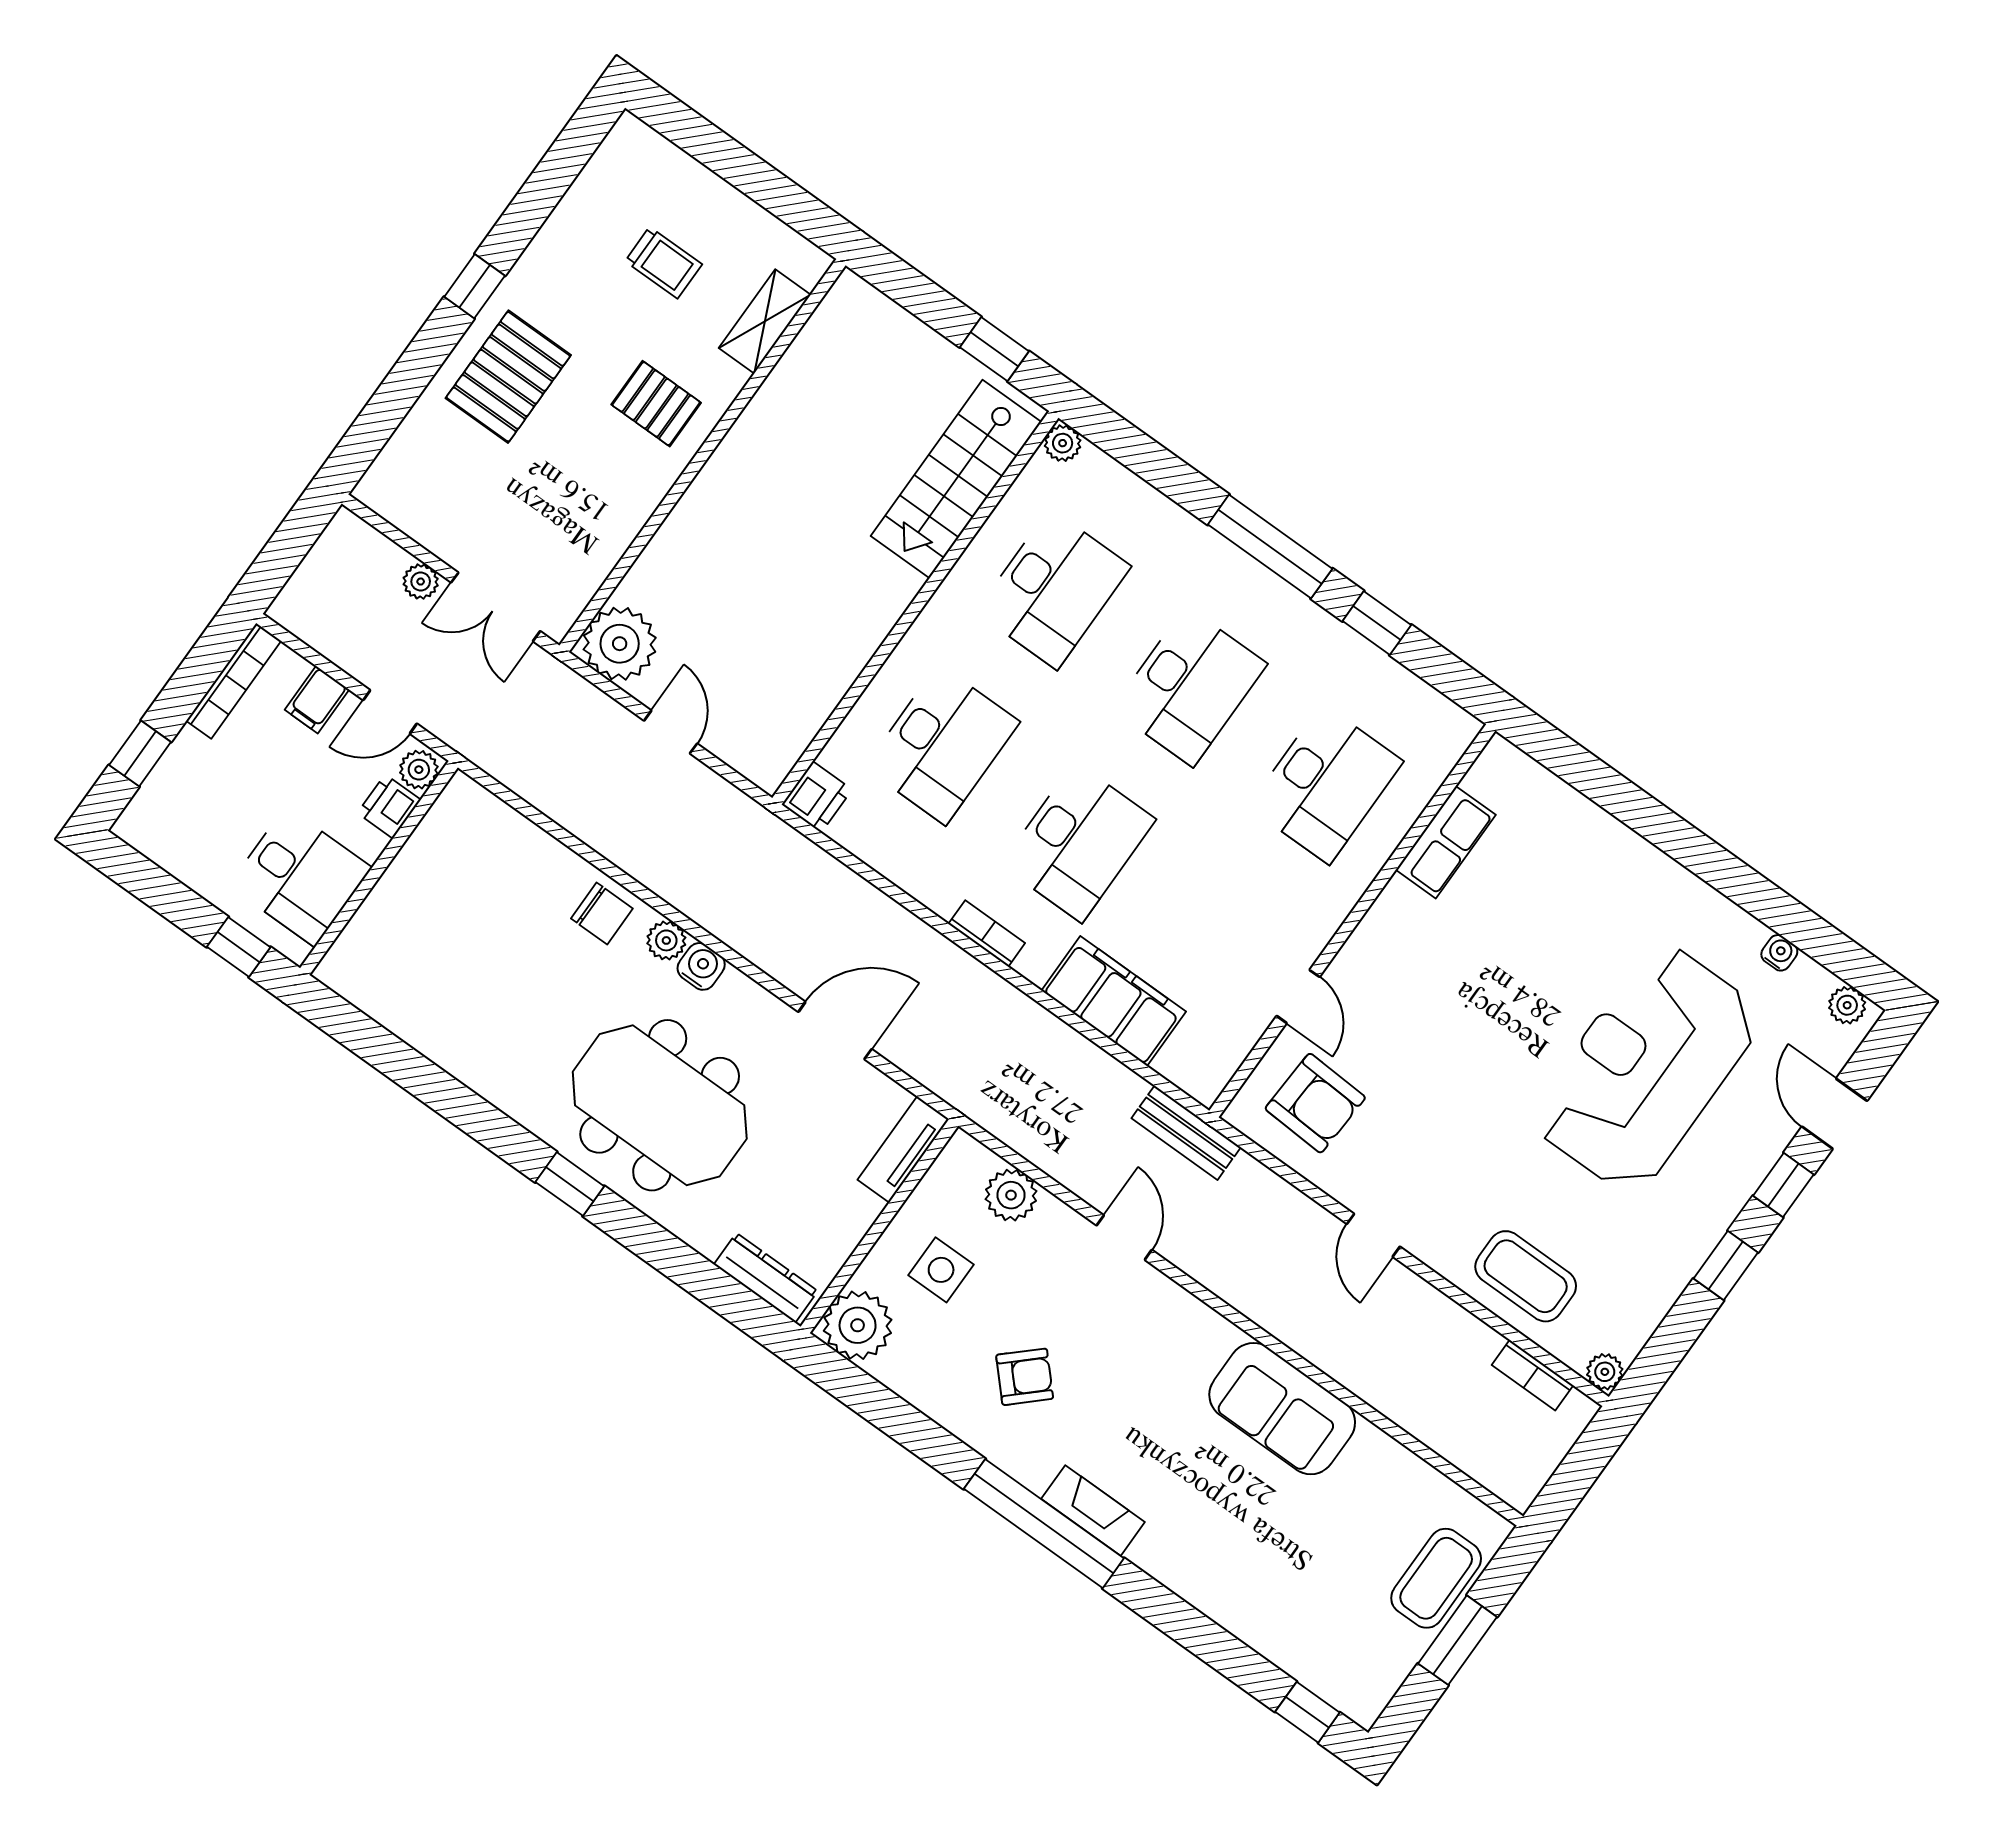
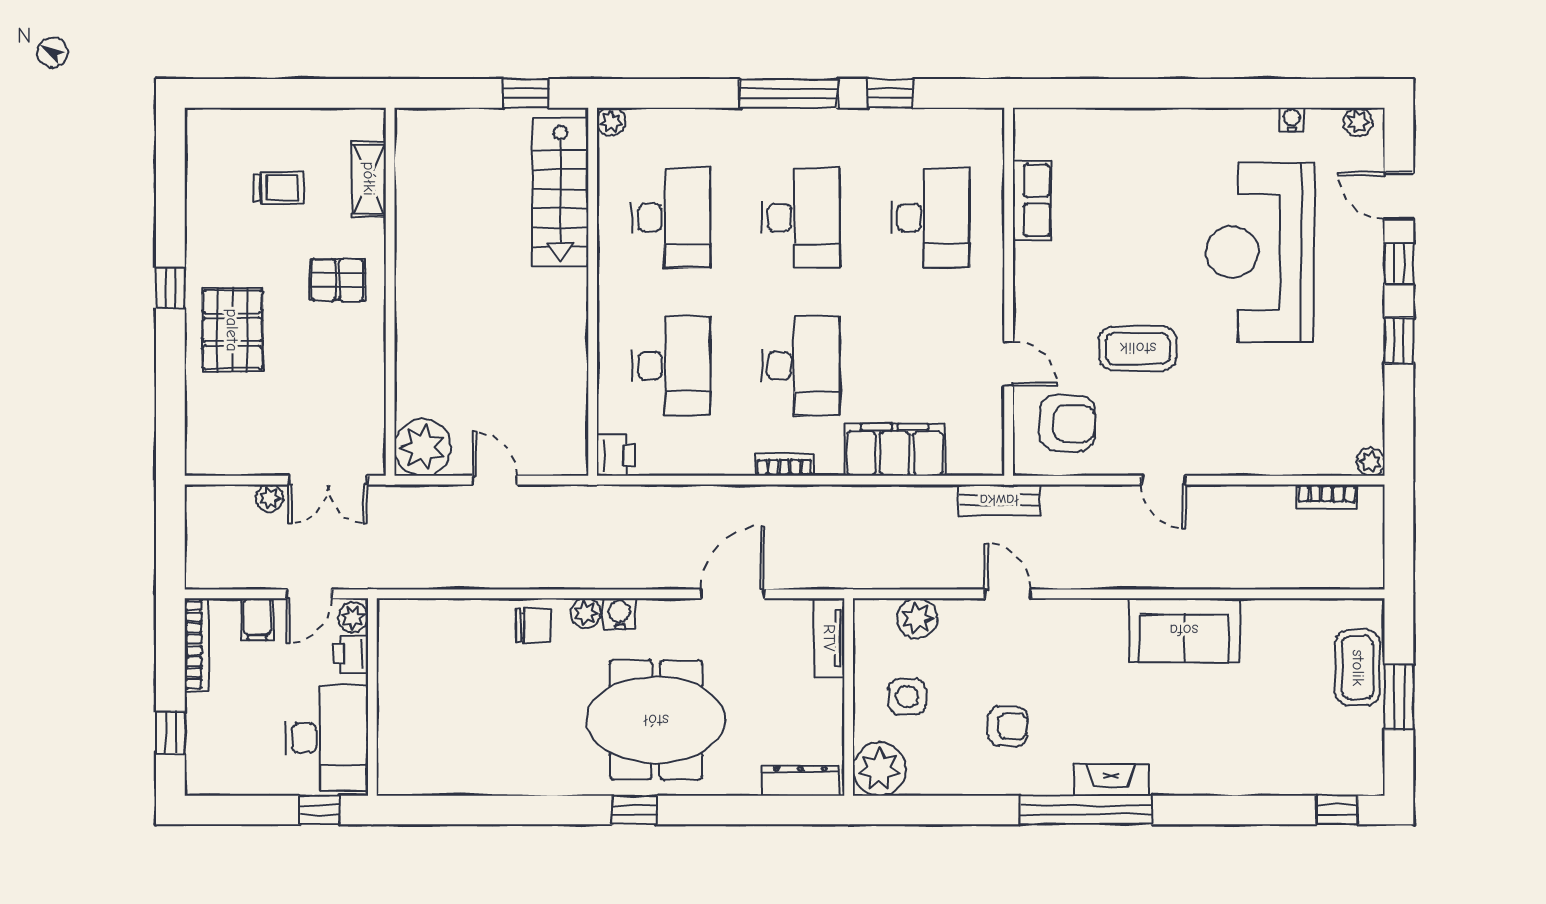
desk: (300, 877) -> (327, 738), width x1.37
coffee table: (1526, 1276) -> (1138, 348), moved
armchair: (1025, 1377) -> (1008, 726), turned 43

